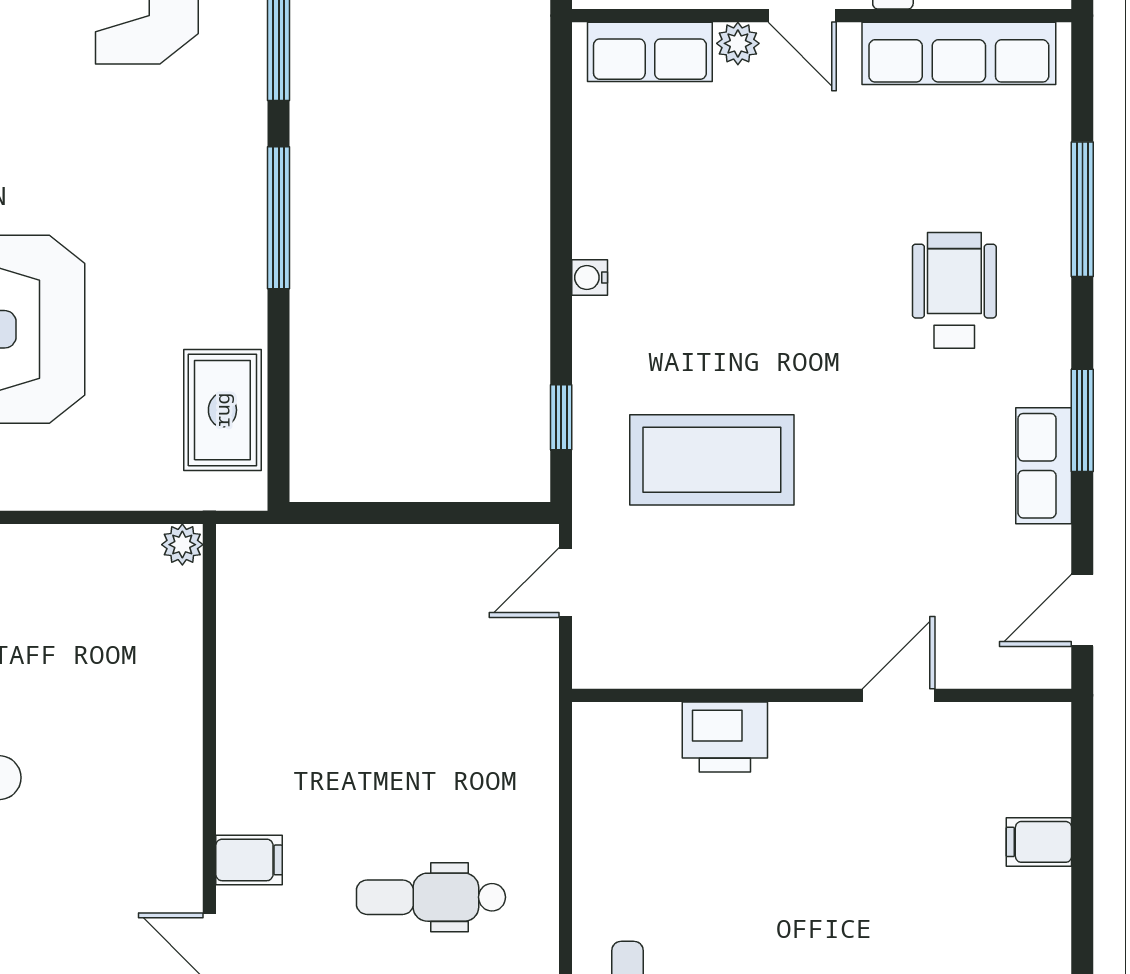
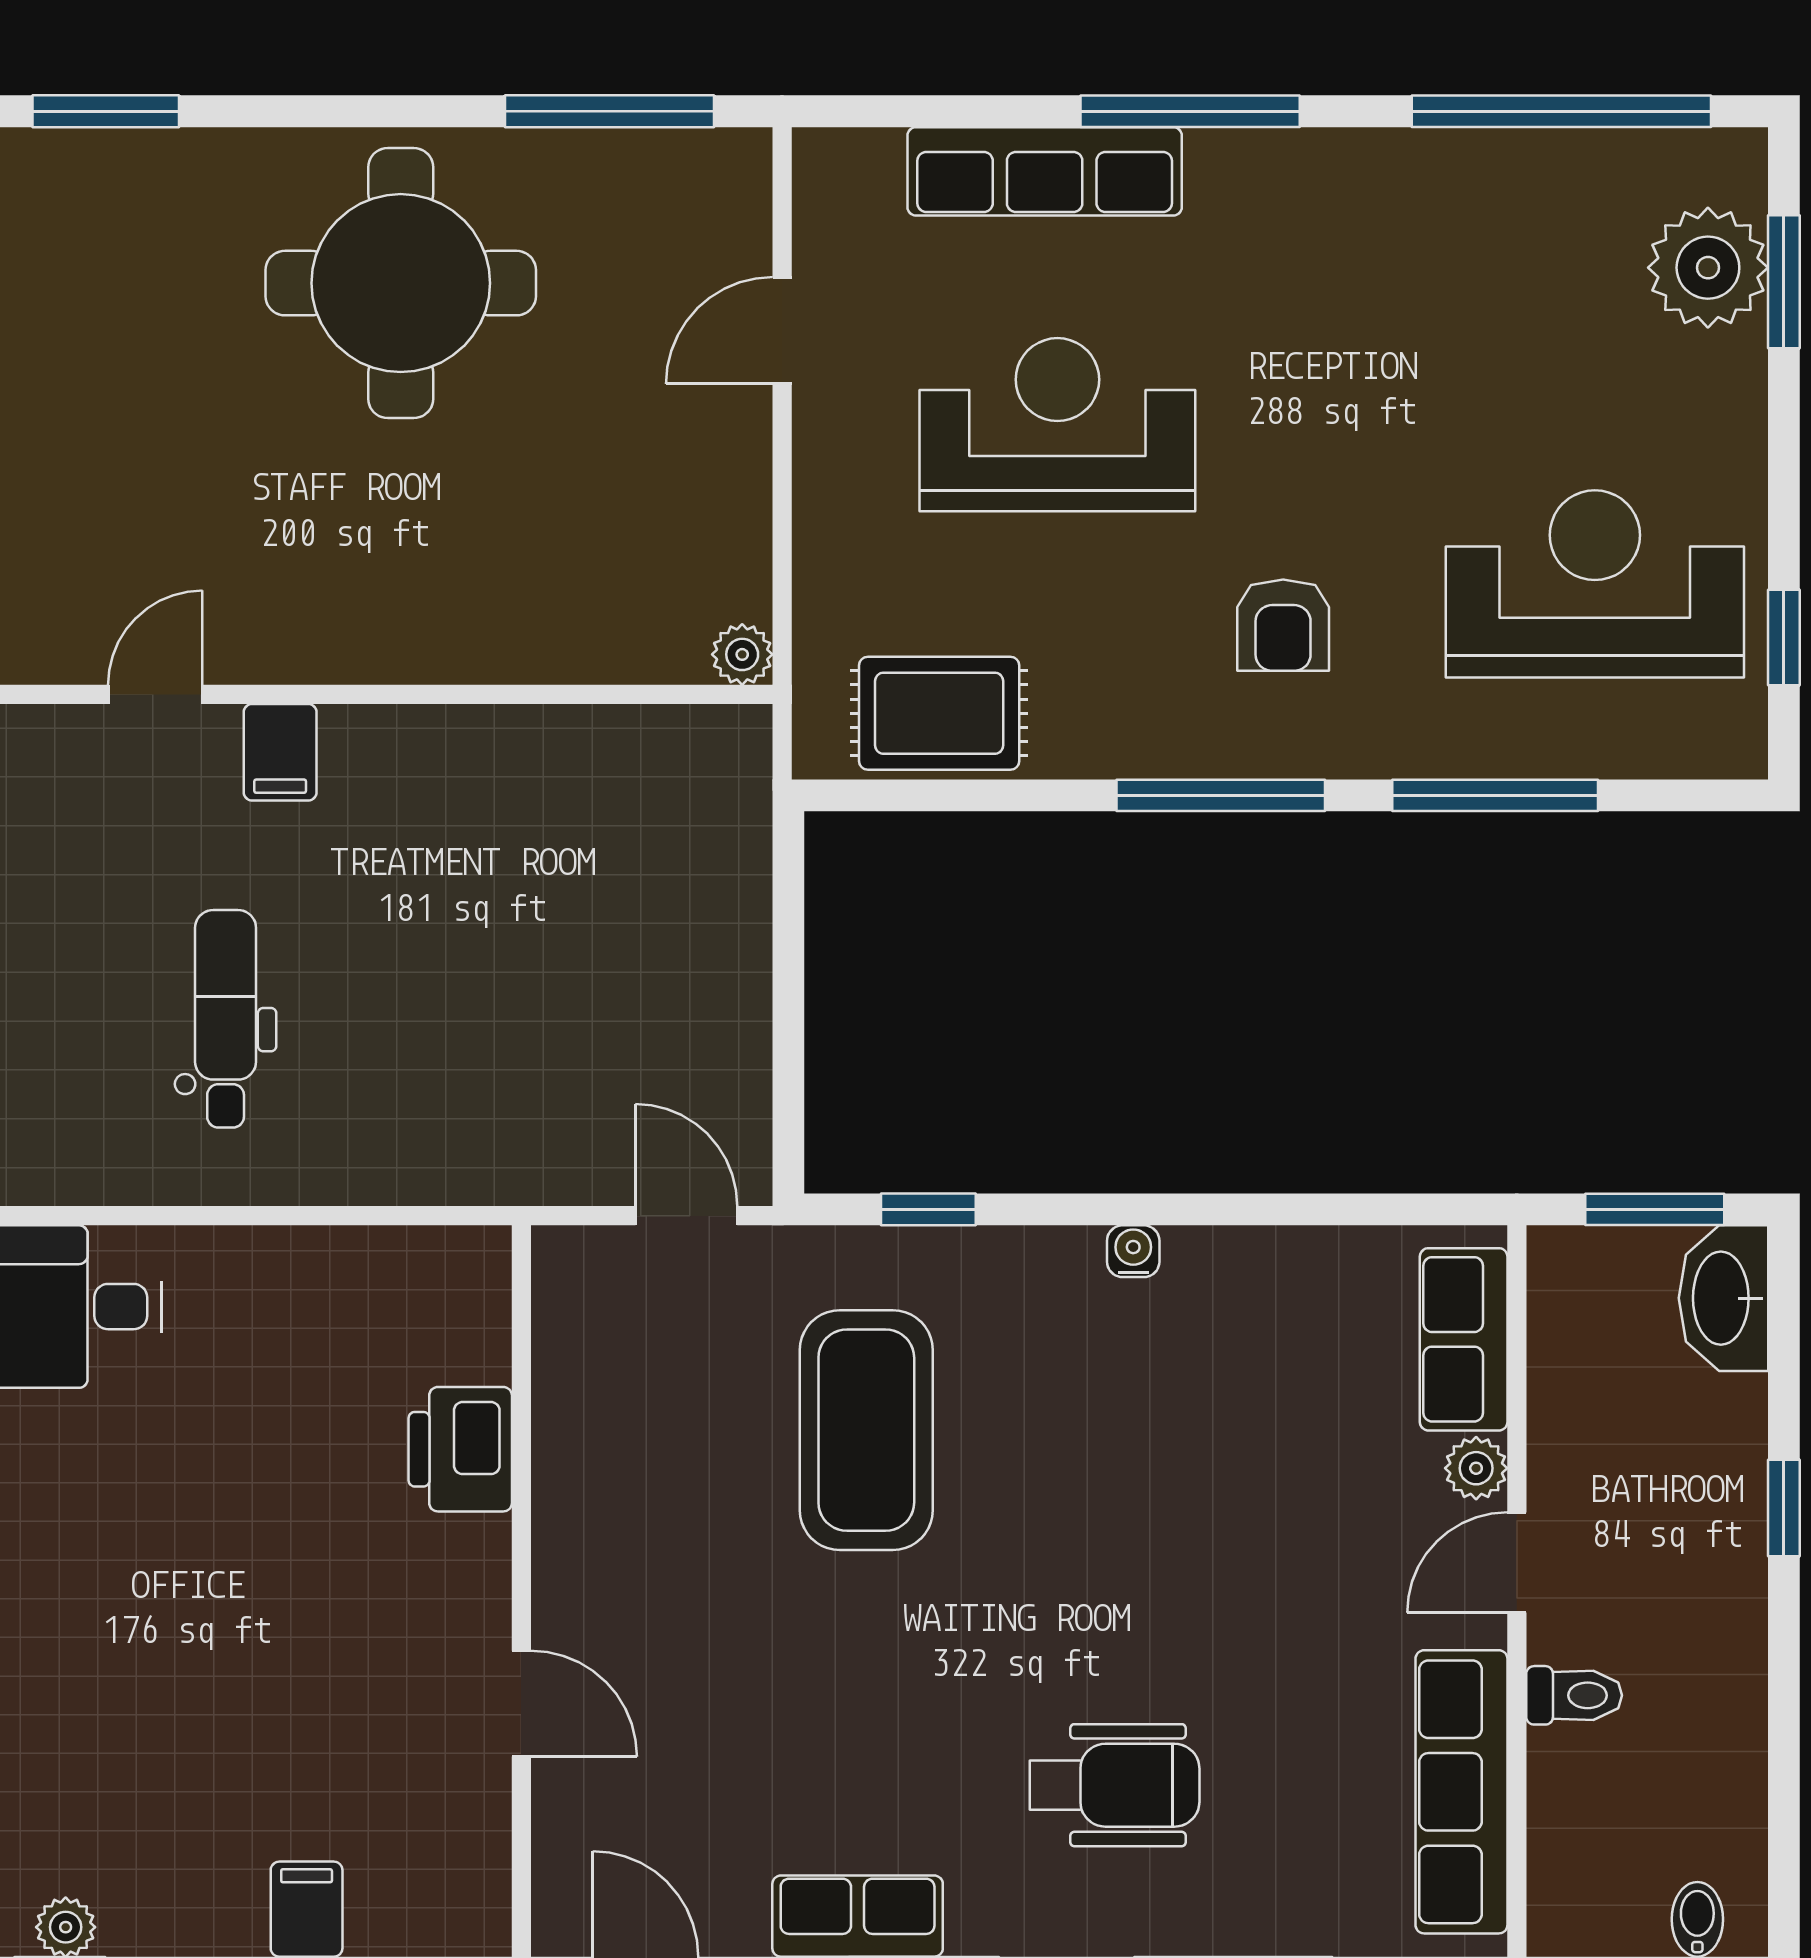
armchair: (162, 175) -> (1283, 625), added

